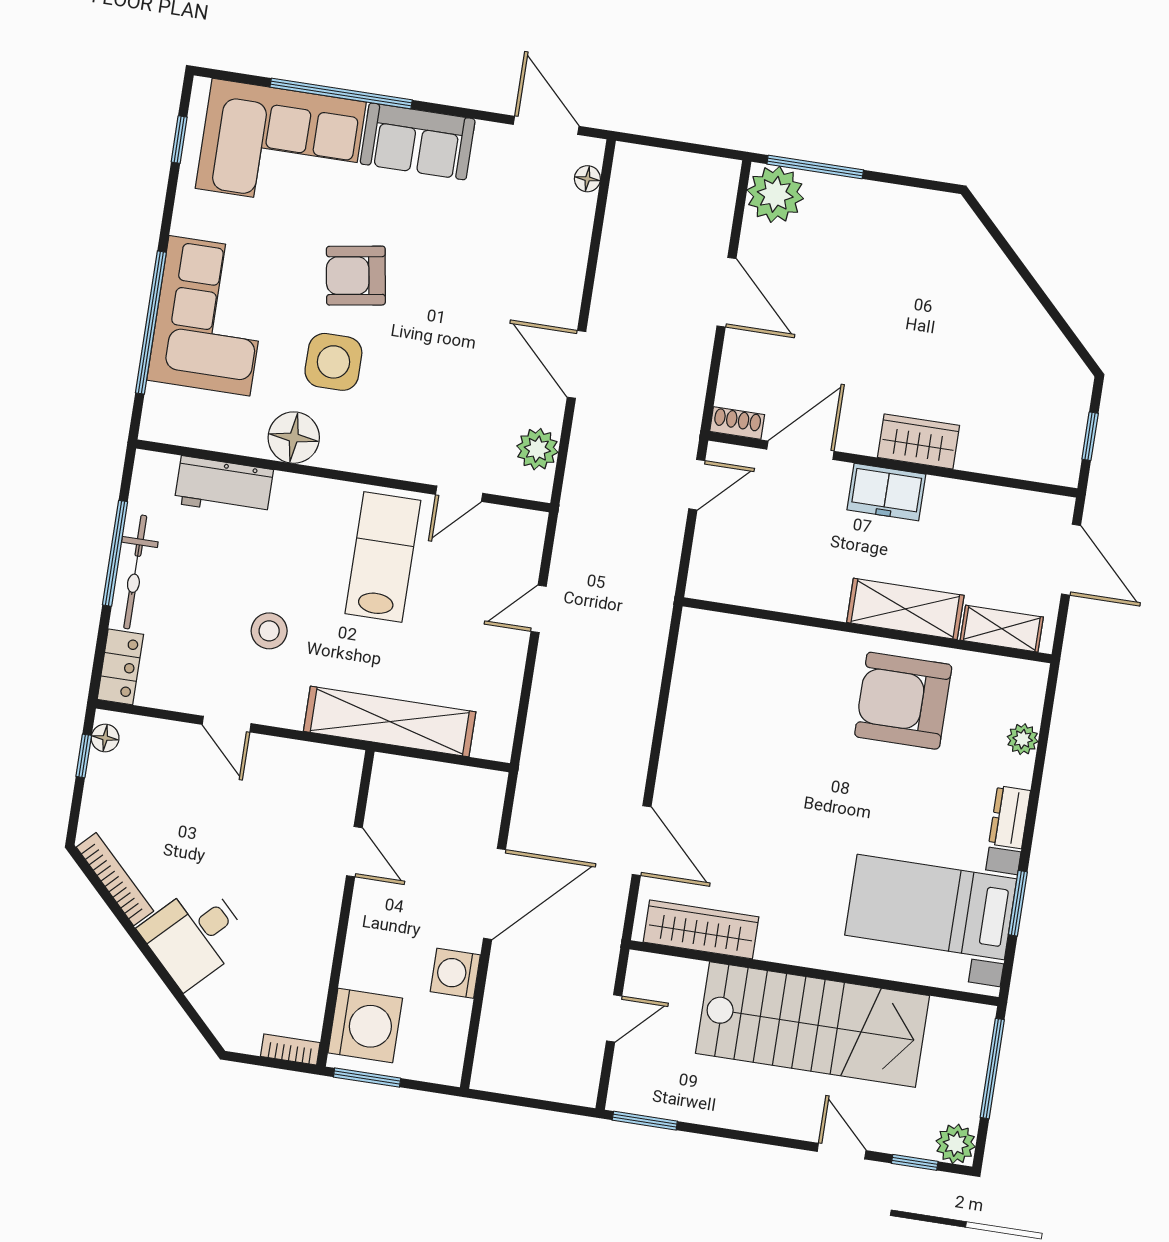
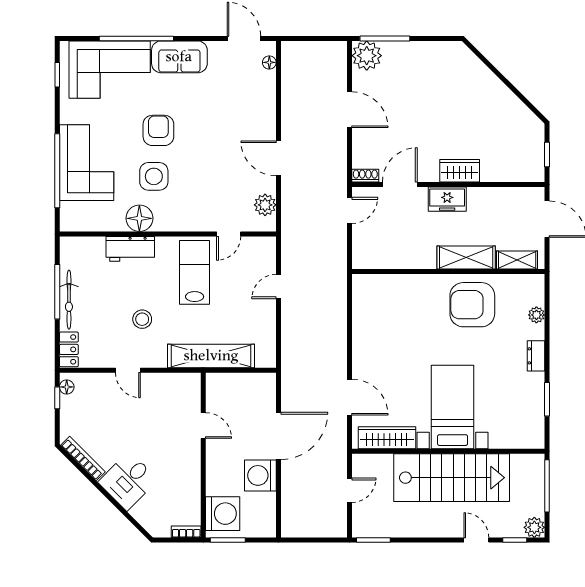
armchair: (356, 276) -> (158, 130), turned 99
workbench: (224, 486) -> (130, 249), moved
bed with nightstands: (931, 907) -> (453, 407), moved, turned 90
washing machine: (455, 973) -> (260, 475), width x1.37, depth x1.37

